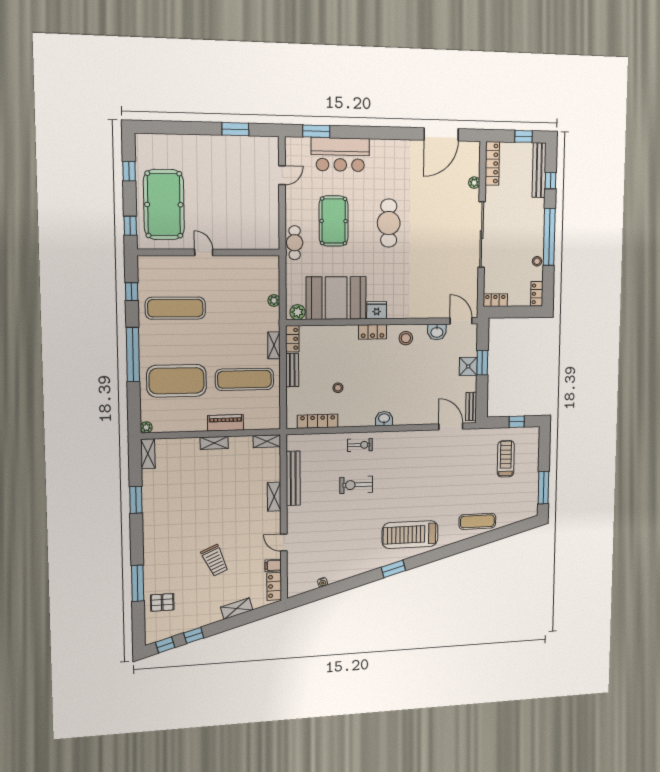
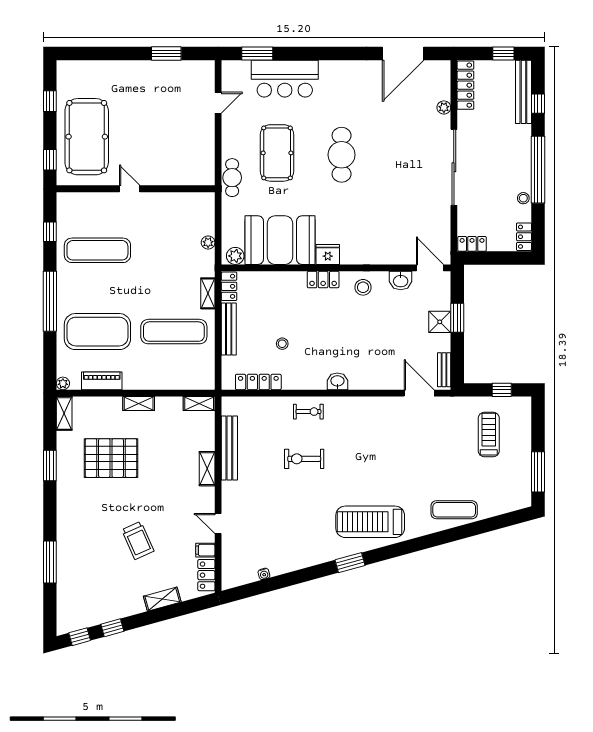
bench: (292, 370) -> (229, 329), width x1.36
piano: (225, 423) -> (102, 381), moved
pallet: (162, 602) -> (111, 458), moved, width x2.05, depth x2.00

